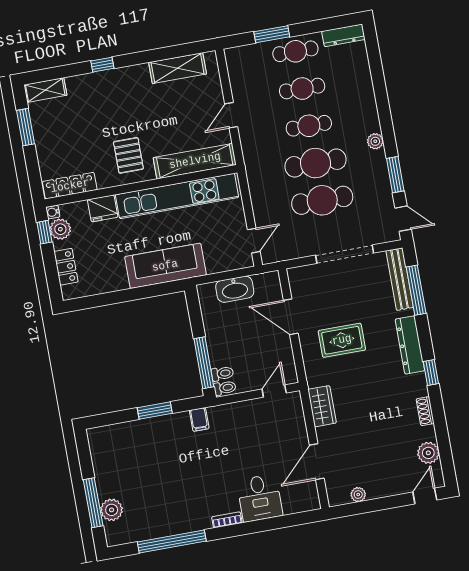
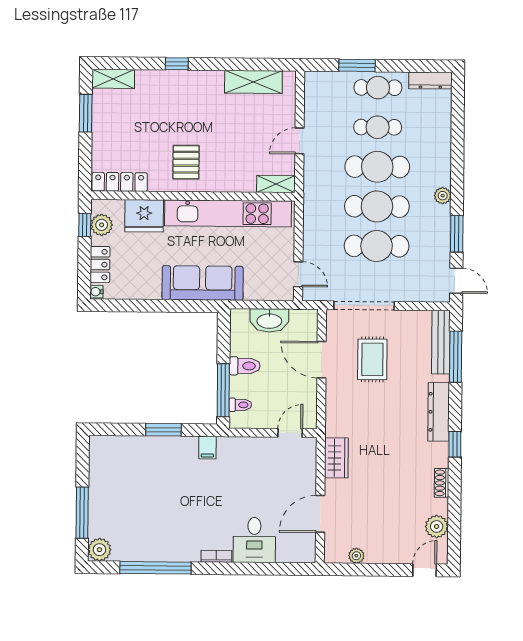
cafe table: (309, 126) -> (377, 167), width x1.37, depth x1.35
shelving: (195, 161) -> (276, 184), width x0.45, depth x0.75
fridge: (103, 208) -> (144, 216), width x1.36, depth x1.34
water cooler: (53, 212) -> (96, 292), moved
door: (254, 241) -> (298, 274), hinge flipped
doorway: (345, 254) -> (364, 306), moved
rug: (342, 340) -> (372, 359), moved, turned 90
toilet: (225, 388) -> (245, 366), moved, width x1.37, depth x1.39
plant: (112, 510) -> (99, 550), moved

